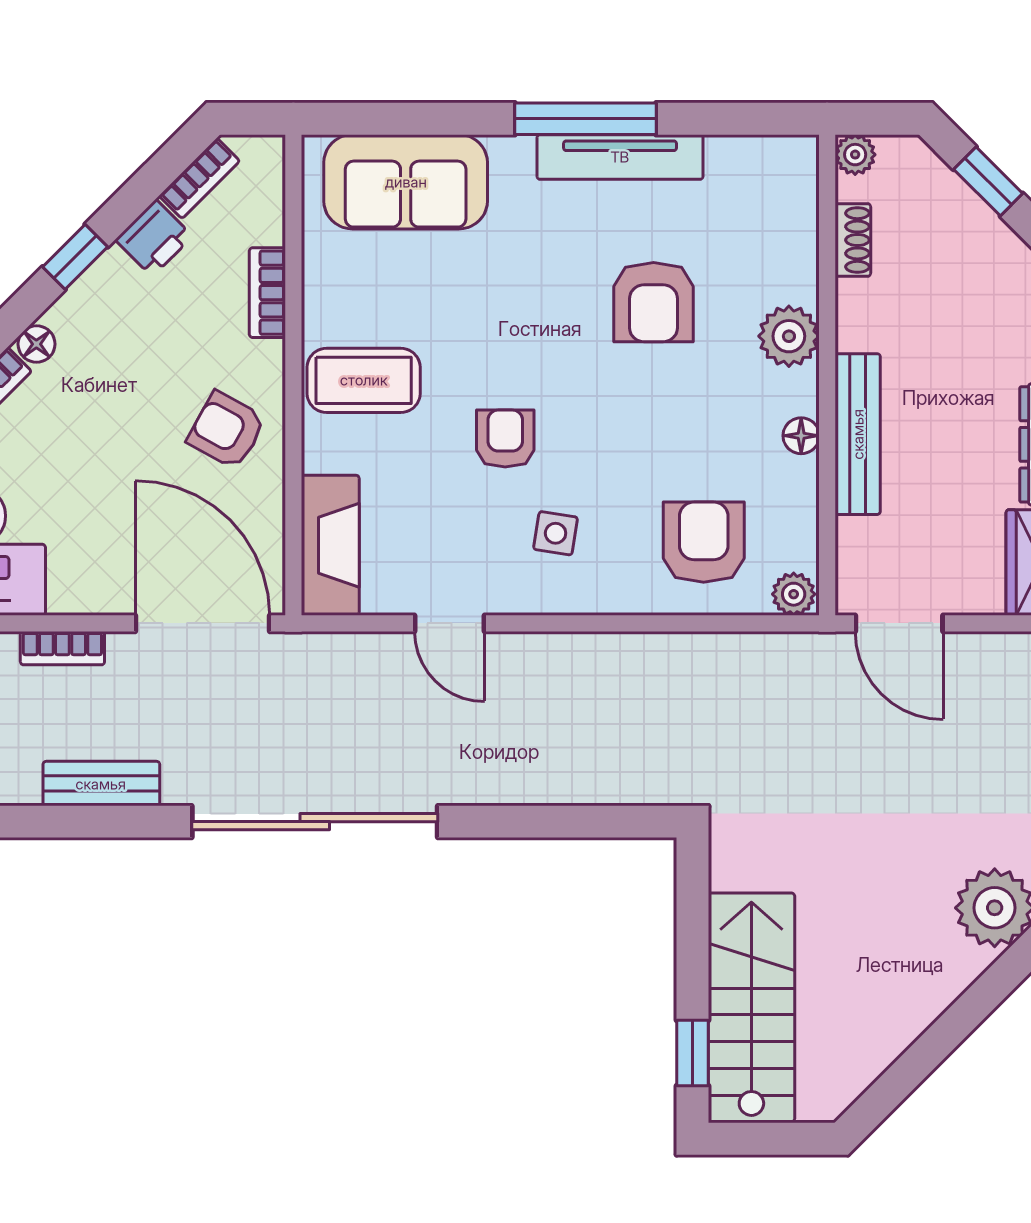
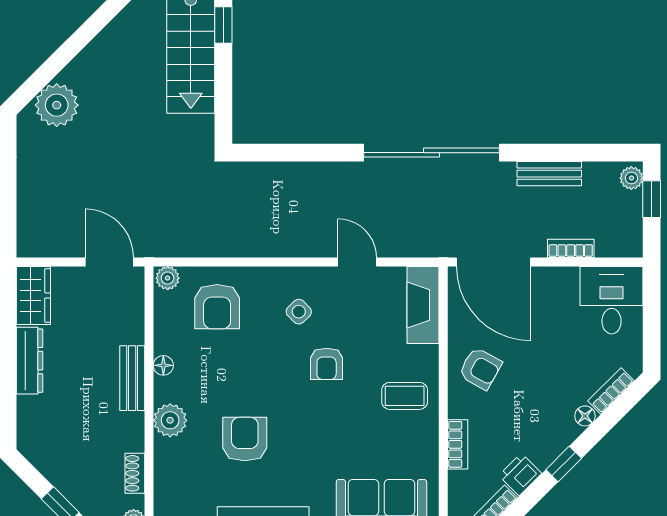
coffee table: (364, 380) -> (405, 396), width x0.73, depth x0.77
bench: (858, 434) -> (132, 378), width x0.73
side table: (556, 533) -> (299, 312), turned 37

